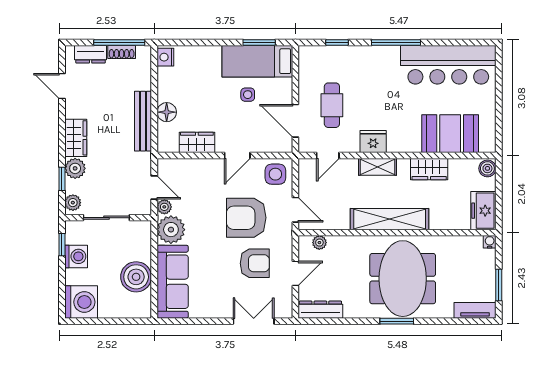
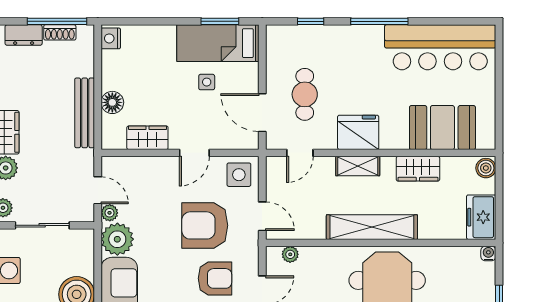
fridge: (373, 142) -> (358, 132), width x1.36, depth x1.34

